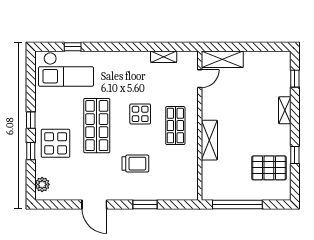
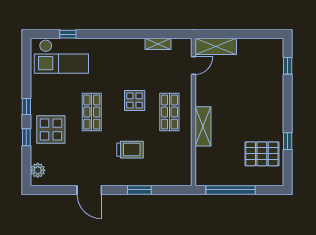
shelving: (285, 110) -> (277, 97), removed
shop shelf: (97, 126) -> (92, 112), width x0.70, depth x0.74

